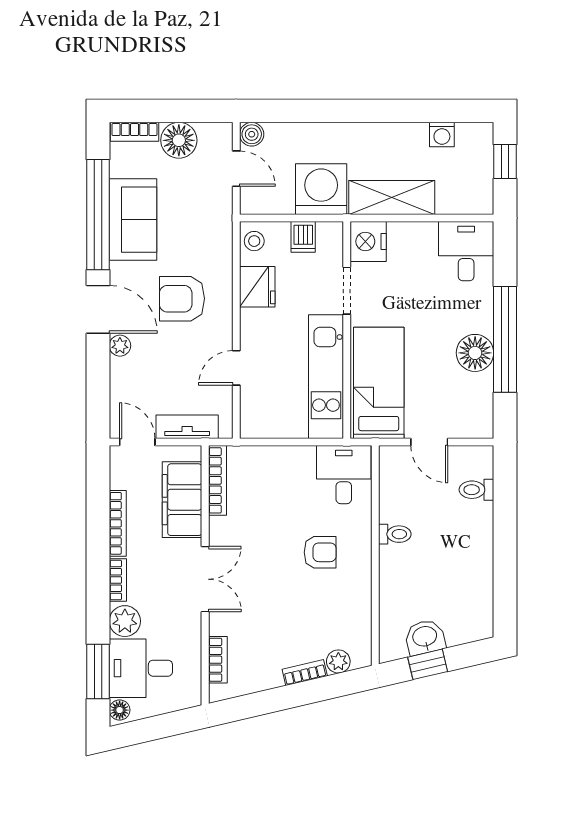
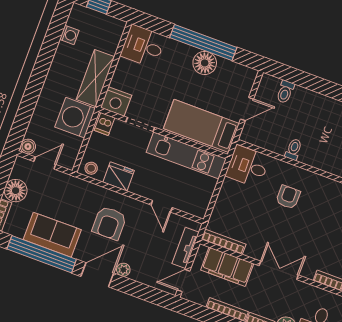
dishwasher: (303, 237) -> (105, 124), moved, turned 90

